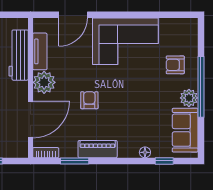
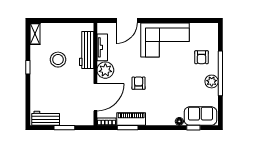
armchair: (175, 65) -> (202, 57), turned -90
sofa: (185, 130) -> (200, 116), moved, turned 90
piano: (98, 149) -> (131, 119), moved

